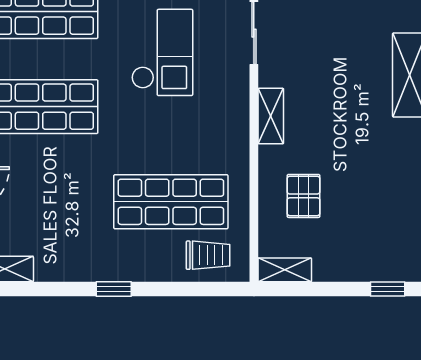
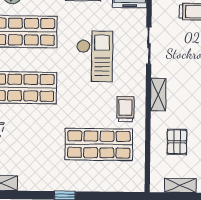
trolley: (208, 255) -> (125, 109), moved, turned -90
shelving: (285, 270) -> (180, 185), moved

